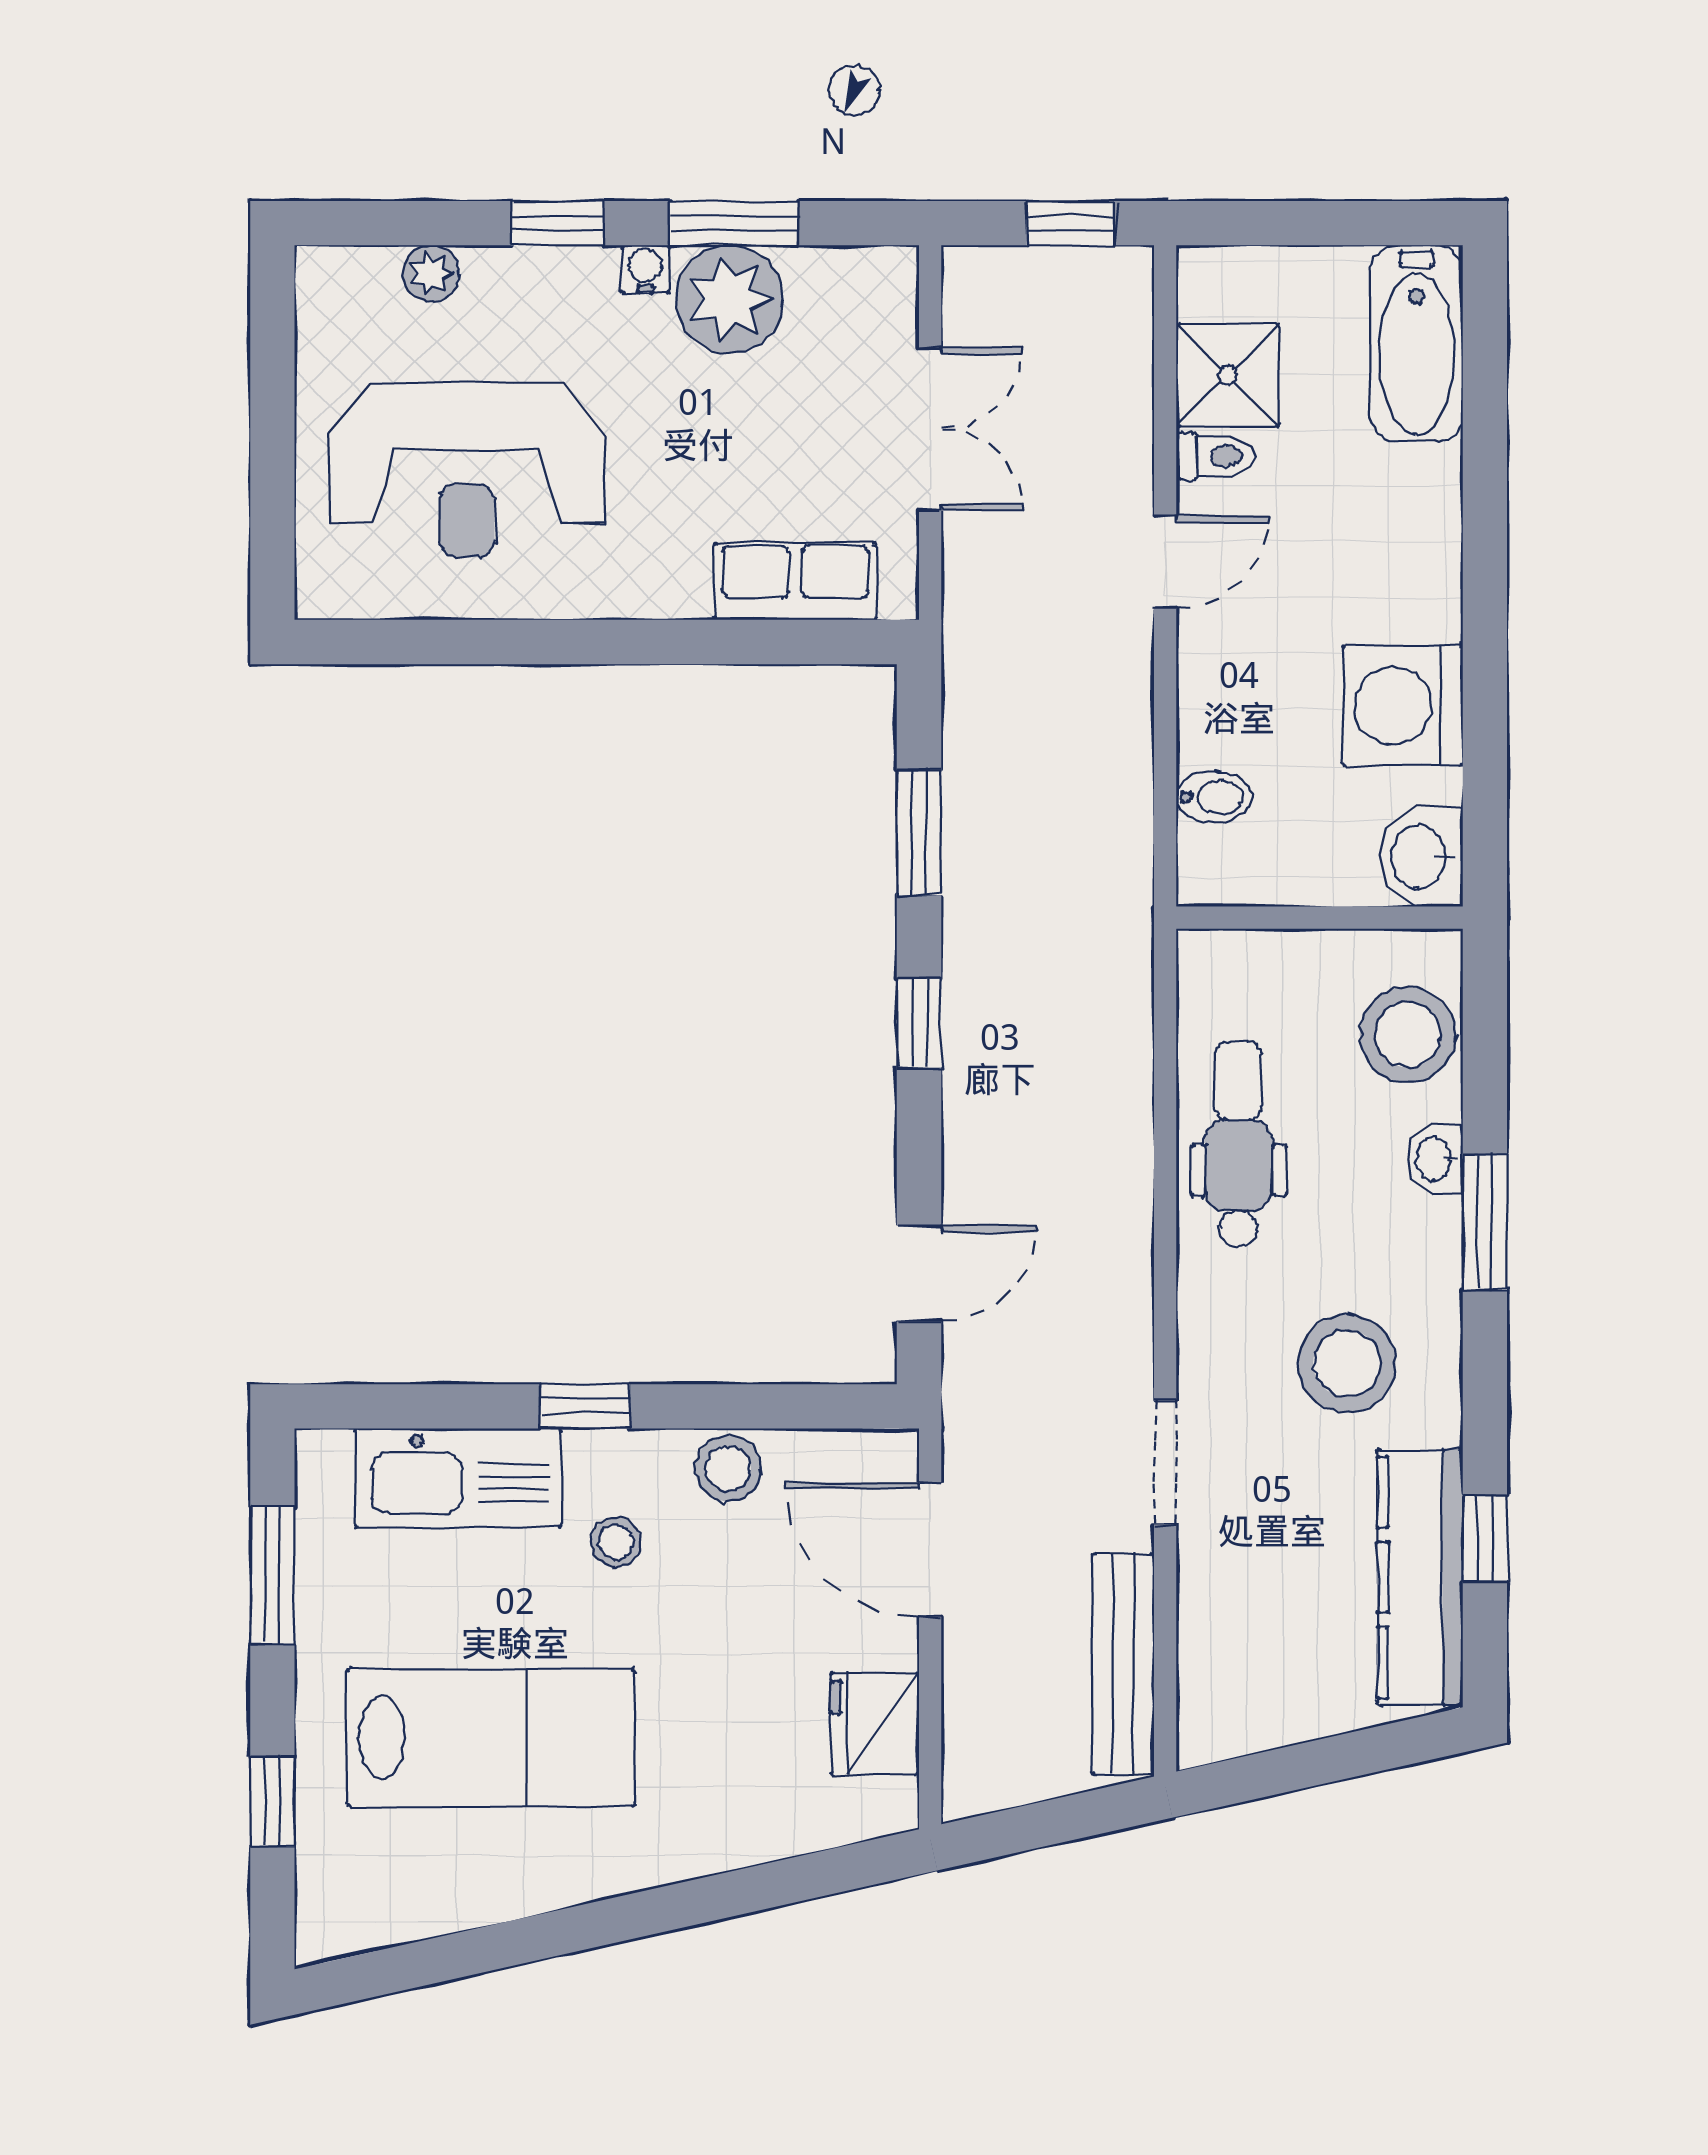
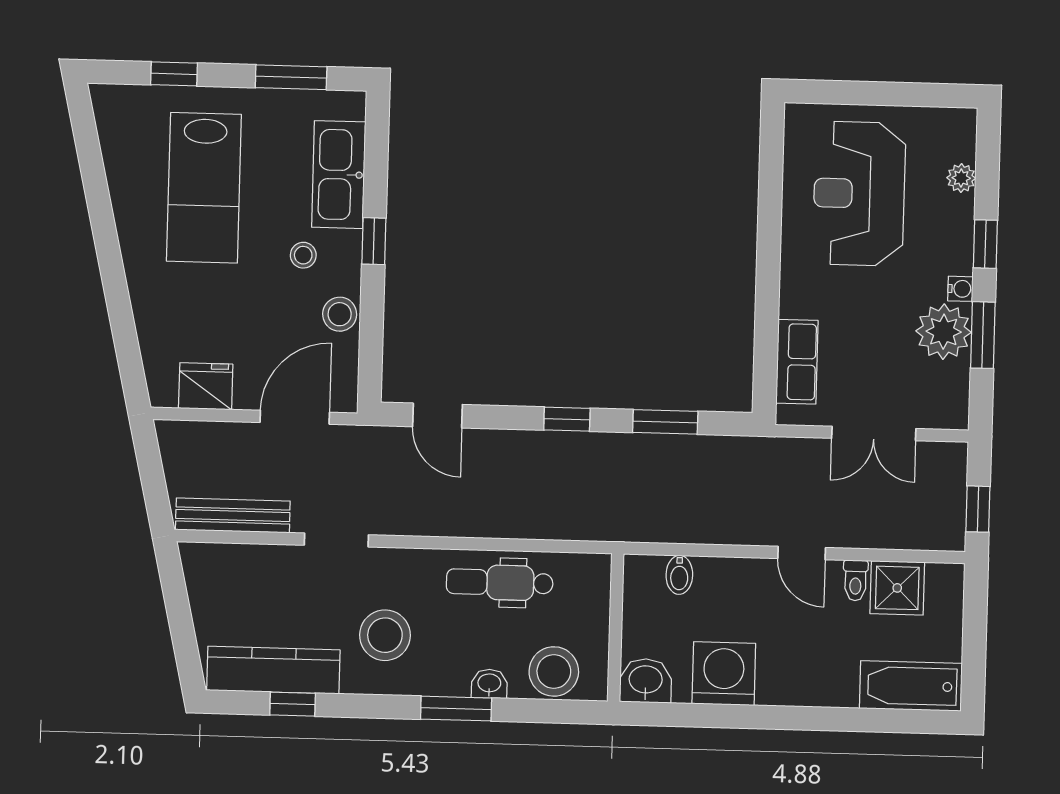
dental chair: (1239, 1144) -> (500, 582), turned 180

